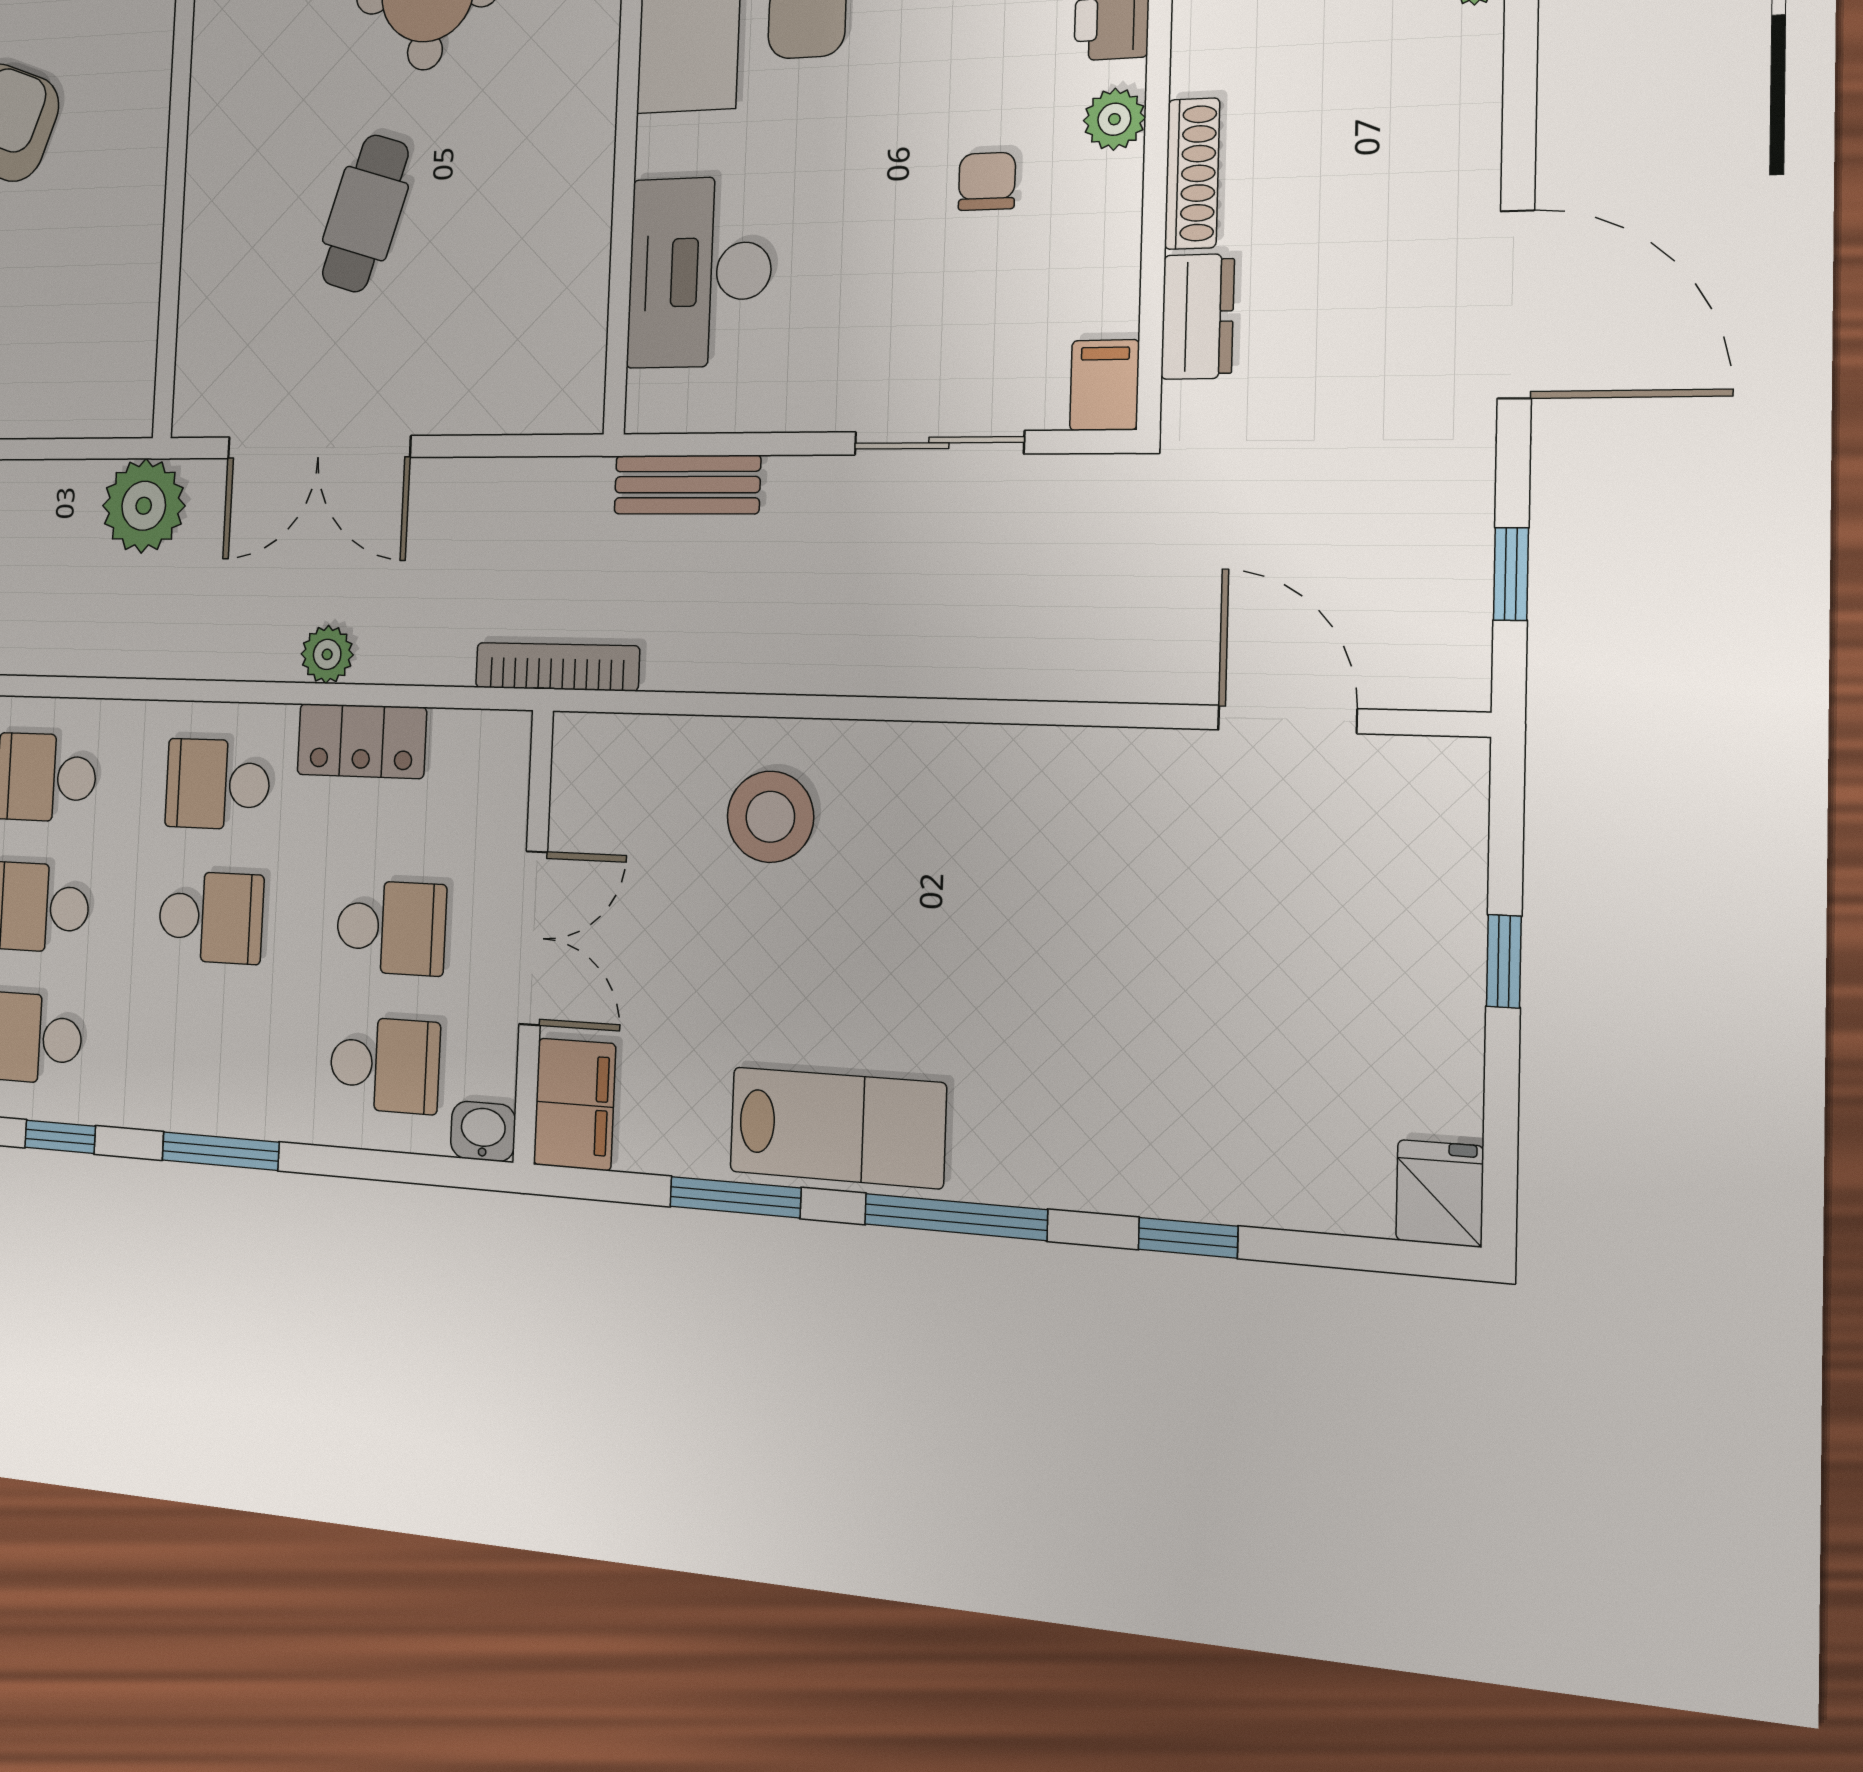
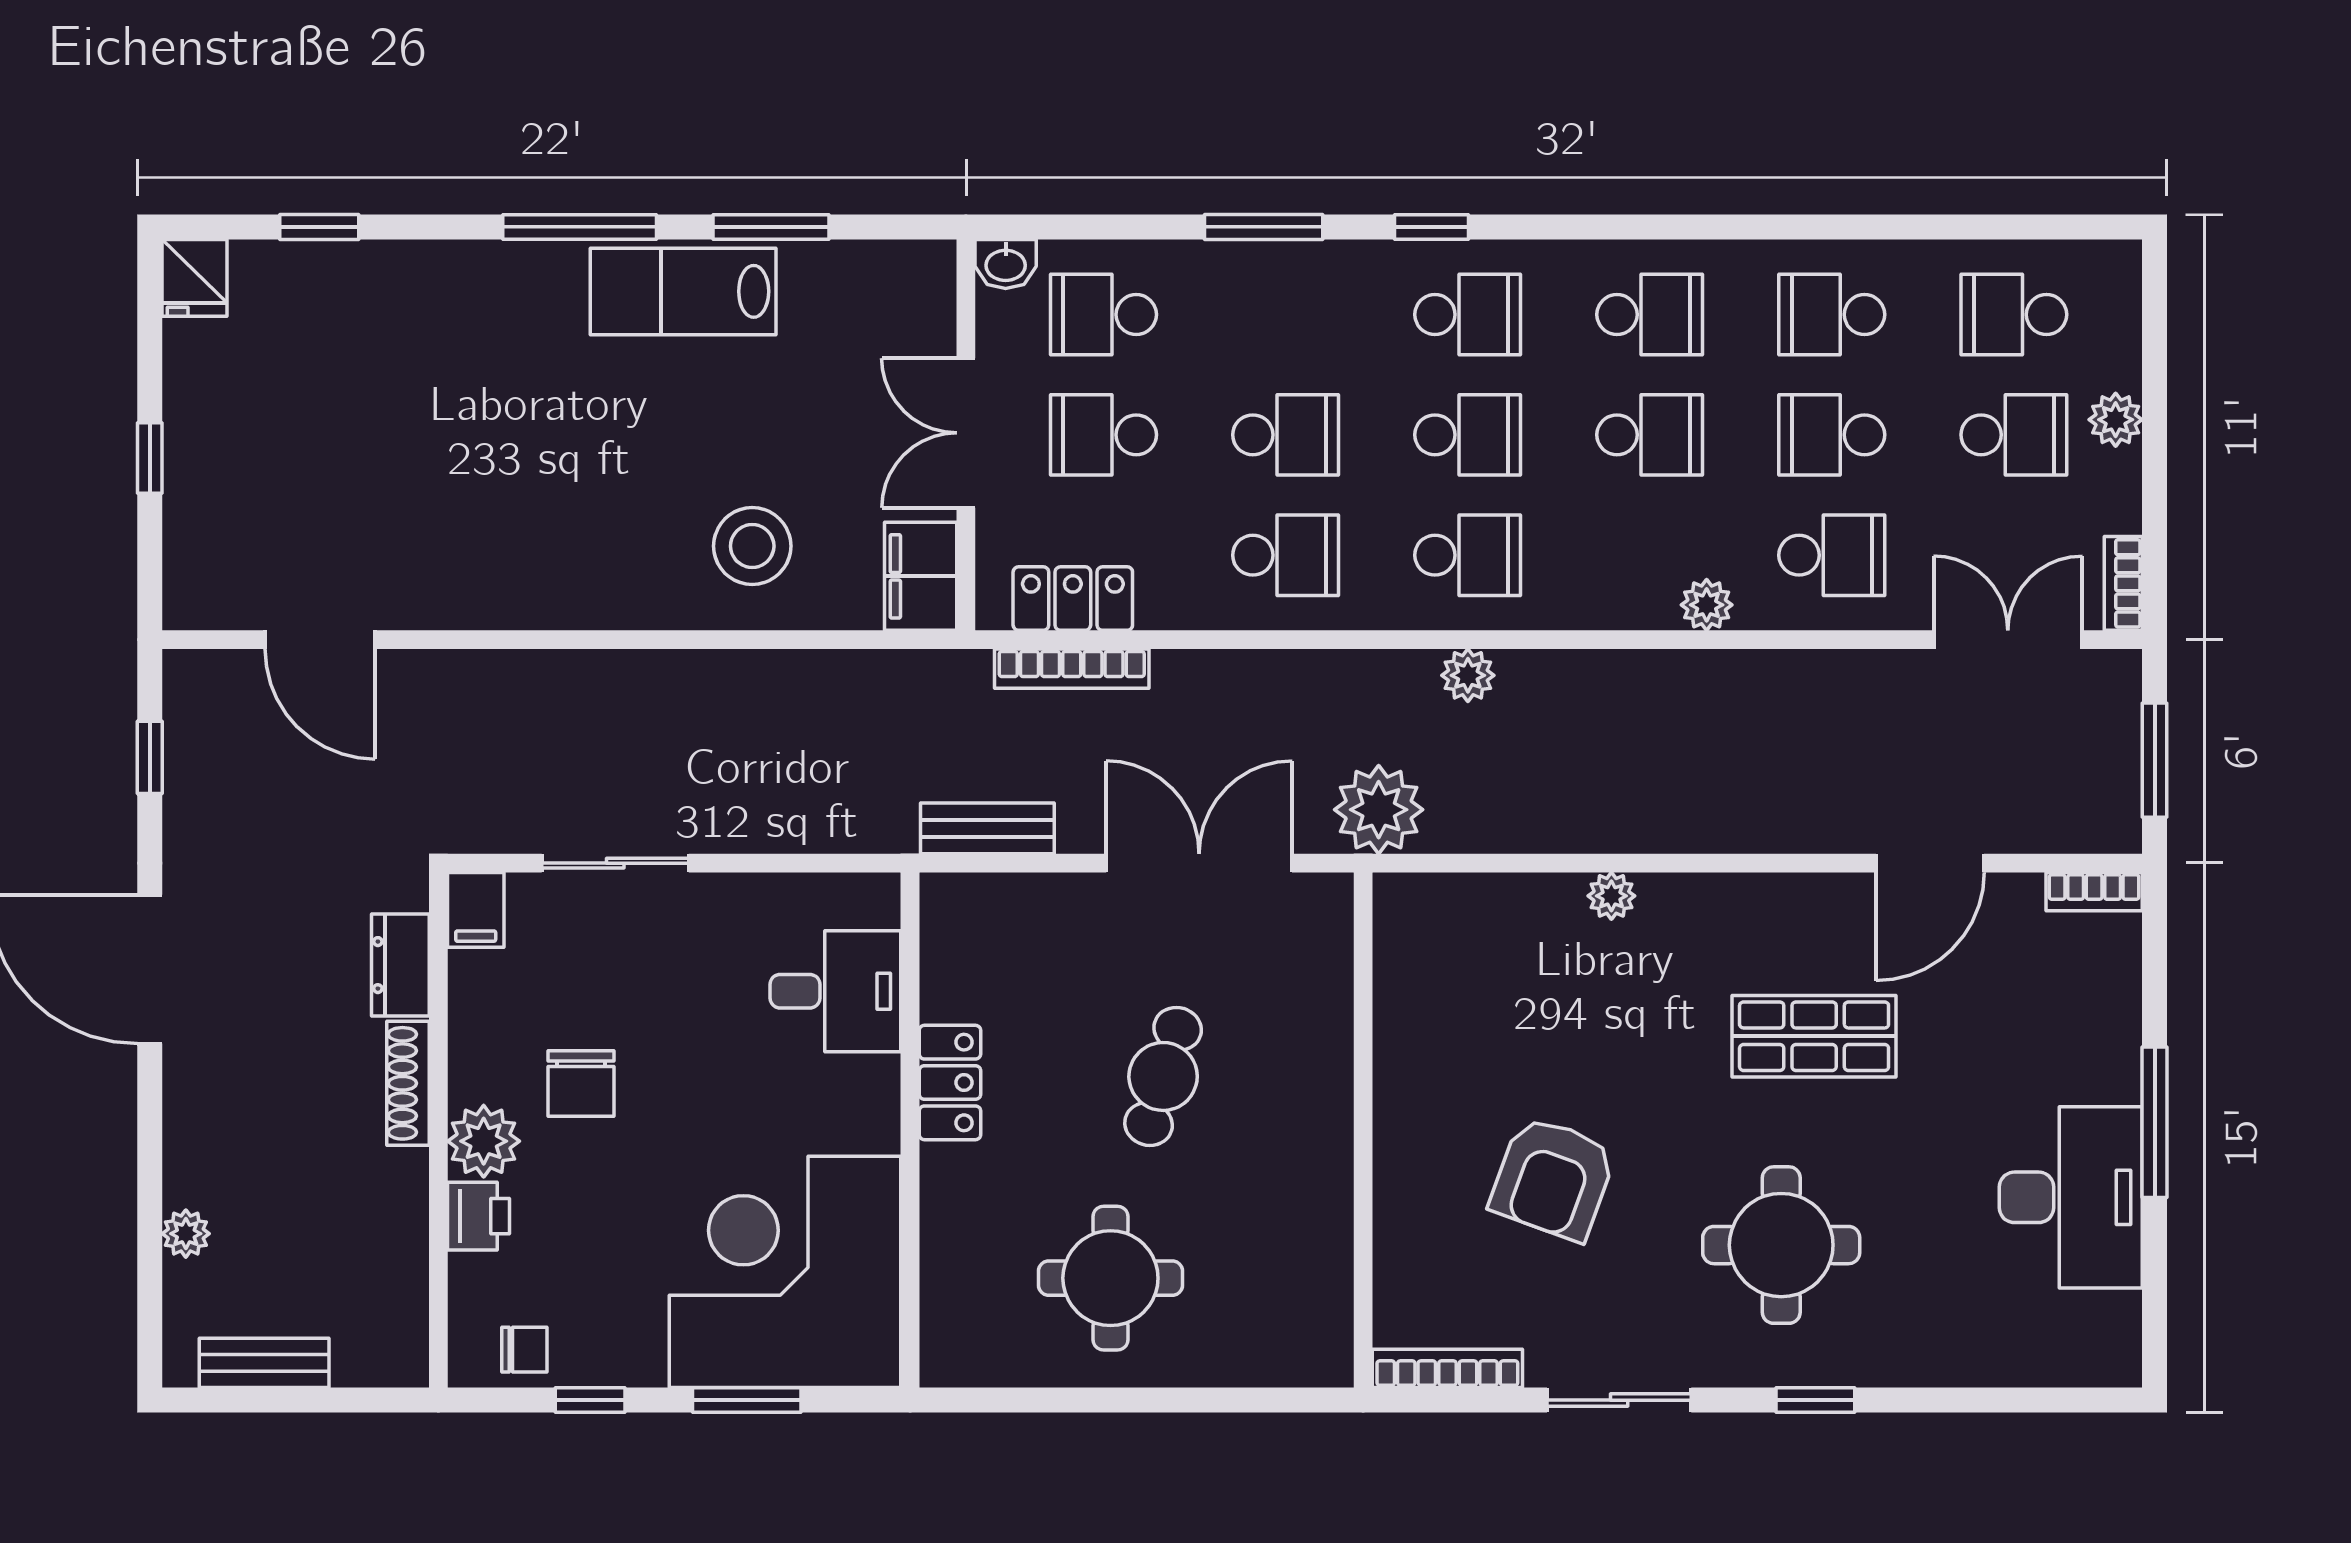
plant: (1114, 119) -> (484, 1141), width x1.38, depth x1.38
chair: (987, 181) -> (581, 1084), width x1.37, depth x1.37
locker: (582, 198) -> (950, 1082), added
desk: (700, 272) -> (835, 991), width x0.73
bench: (687, 485) -> (987, 828), moved
plant: (327, 654) -> (1468, 675), moved
bookcase: (557, 667) -> (1072, 669), moved
locker: (362, 741) -> (1073, 599), moved
school desk: (211, 917) -> (1286, 435), turned 180
filing cabinet: (575, 1104) -> (921, 576), moved
window: (1188, 1238) -> (319, 227), moved

